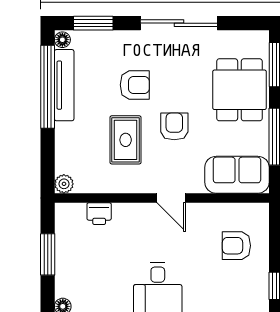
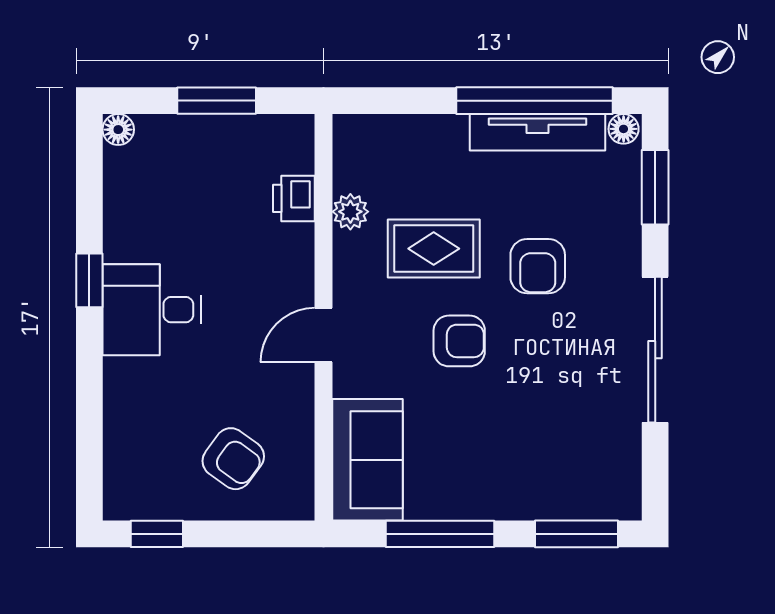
dining table: (239, 90) -> (529, 465), removed
plant: (64, 184) -> (350, 212), moved
armchair: (236, 246) -> (233, 459), turned 126

